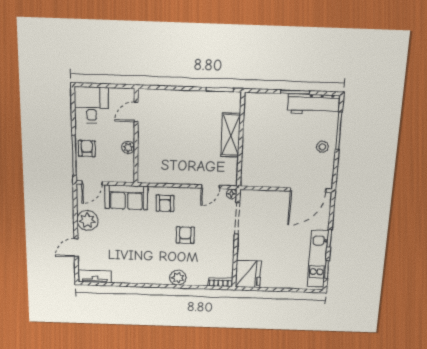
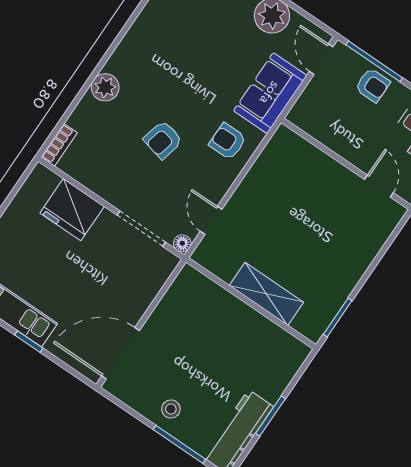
plant: (128, 147) -> (338, 143), removed
door: (308, 190) -> (121, 353), hinge flipped
armchair: (185, 235) -> (163, 140), turned 103
fridge: (248, 274) -> (72, 210), moved

